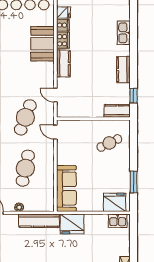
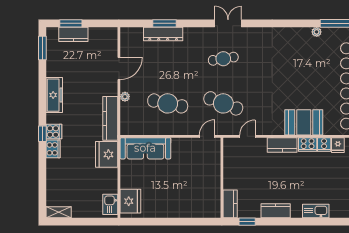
cafe table: (109, 143) -> (195, 195), removed
window: (133, 182) -> (153, 222), removed

